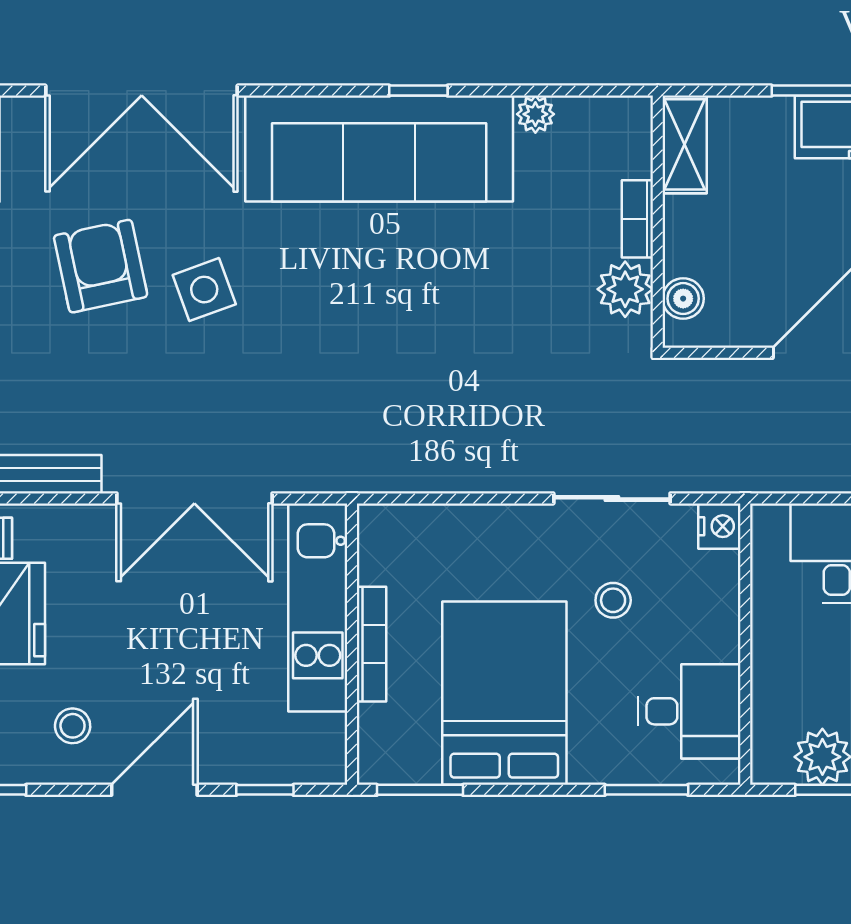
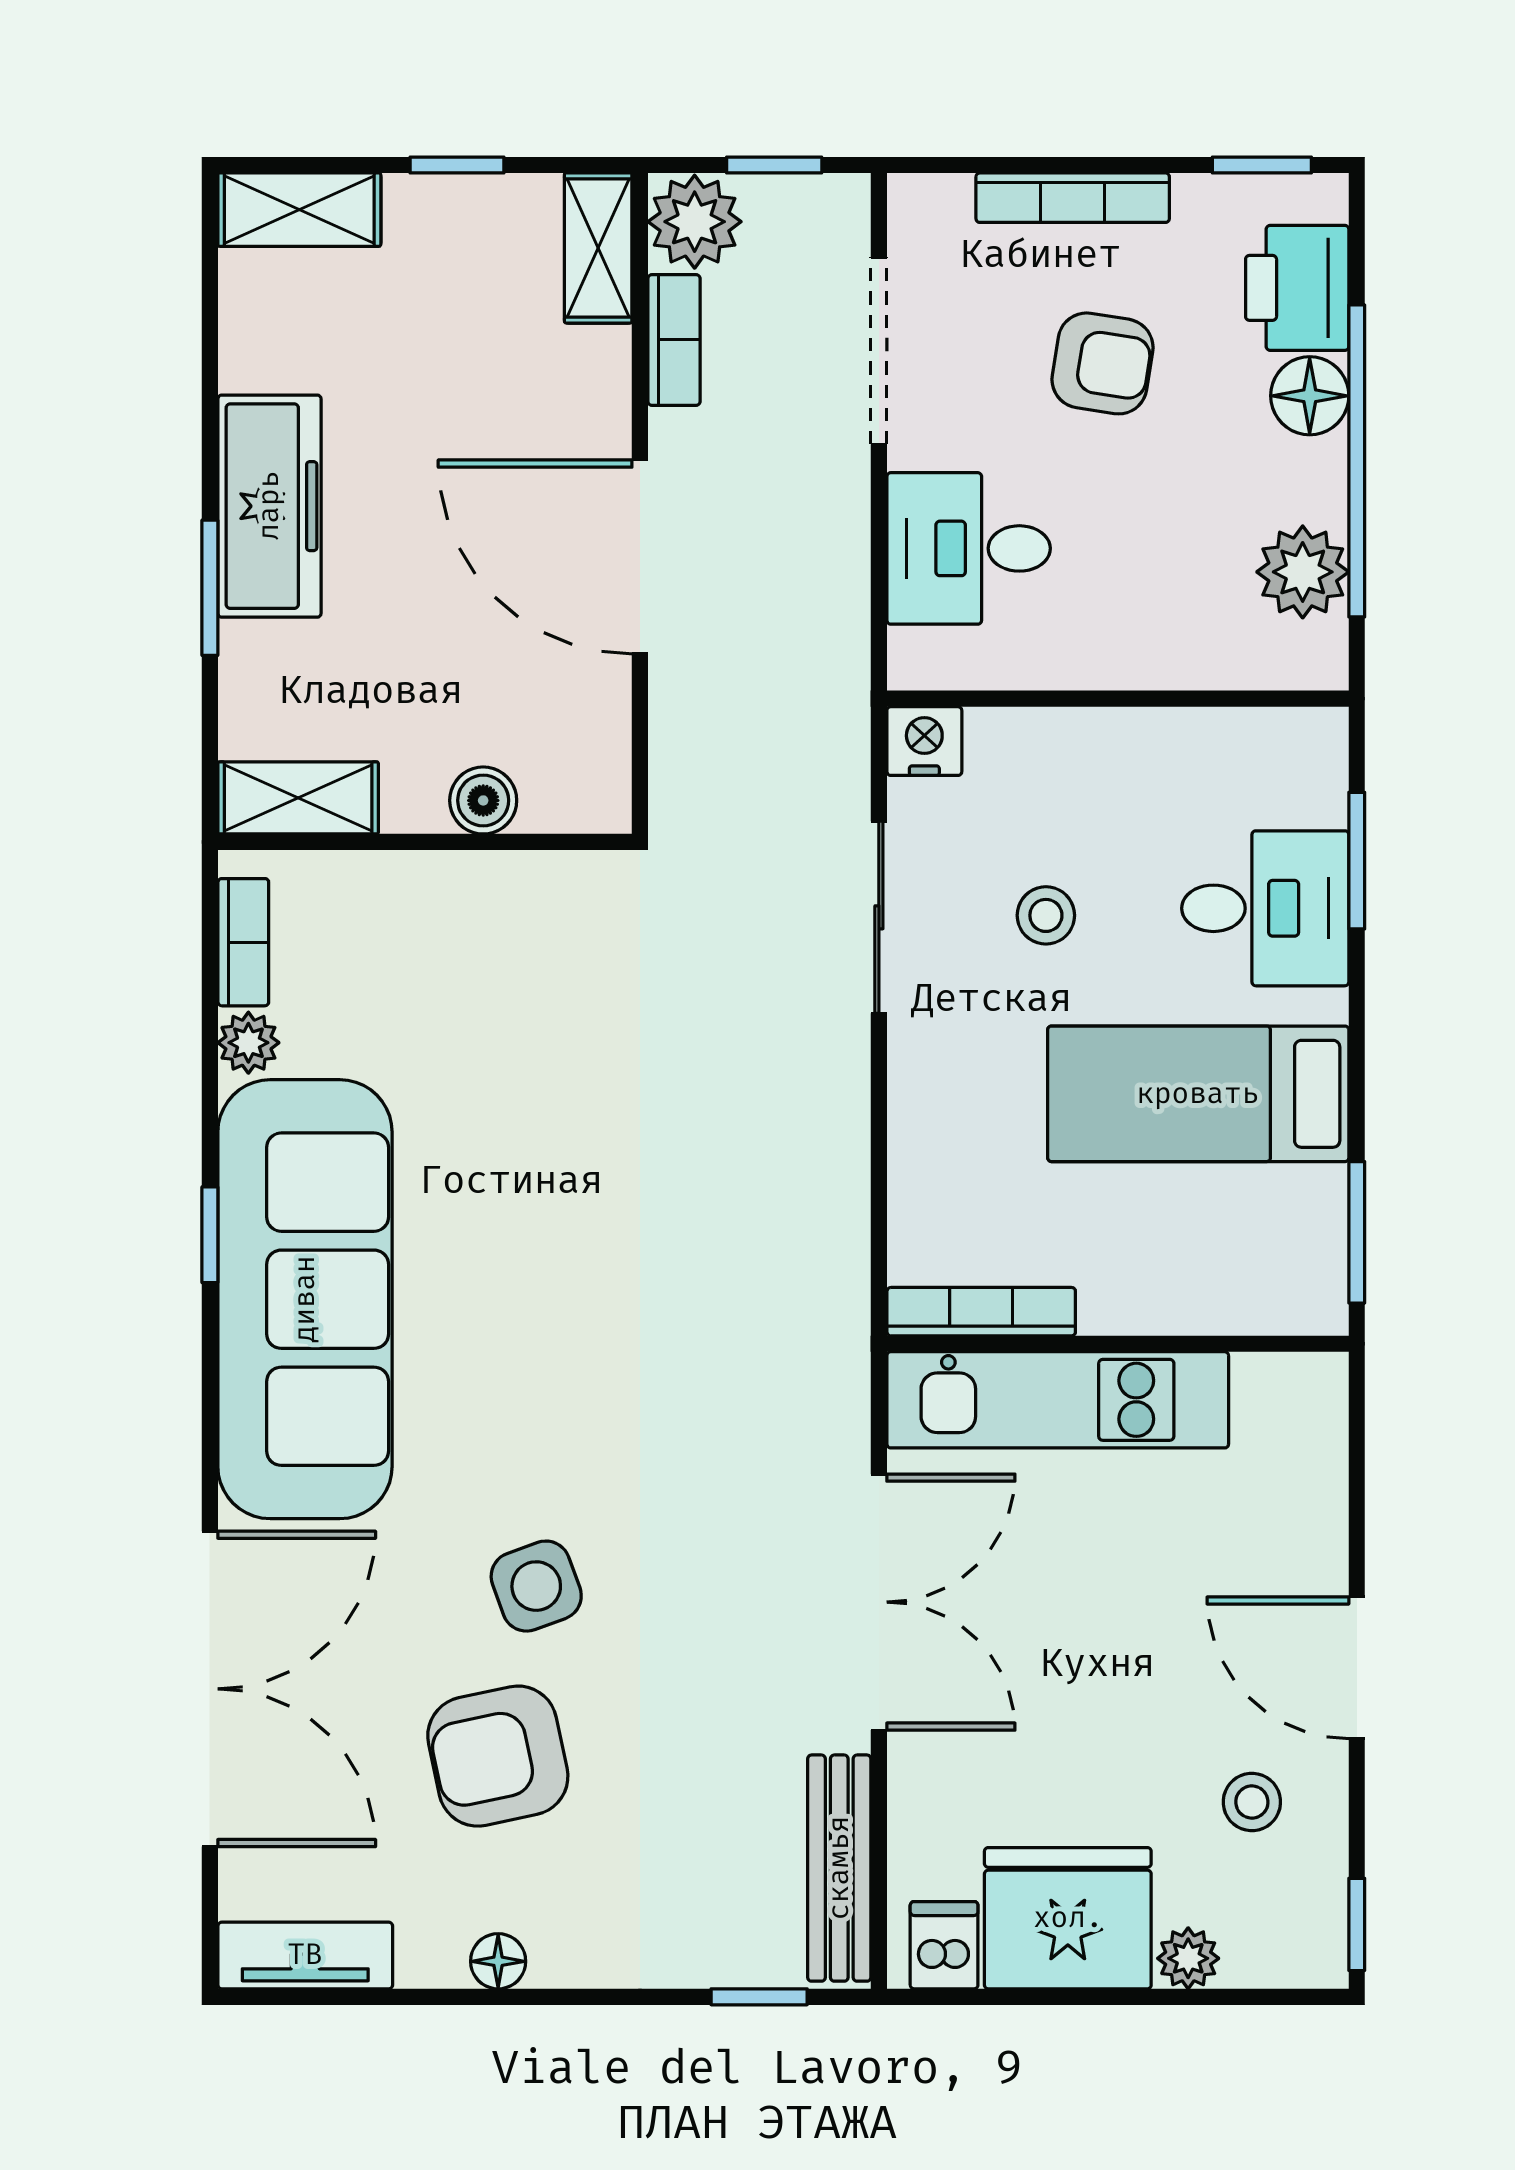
bookcase: (637, 219) -> (243, 942), moved, turned -90
plant: (625, 289) -> (536, 896), removed
boiler: (683, 299) -> (483, 800), moved
bookcase: (372, 644) -> (981, 1312), moved
bed: (504, 693) -> (1198, 1094), width x0.67
desk: (689, 711) -> (1265, 908), moved, turned 90
window: (265, 790) -> (1357, 1487), removed

